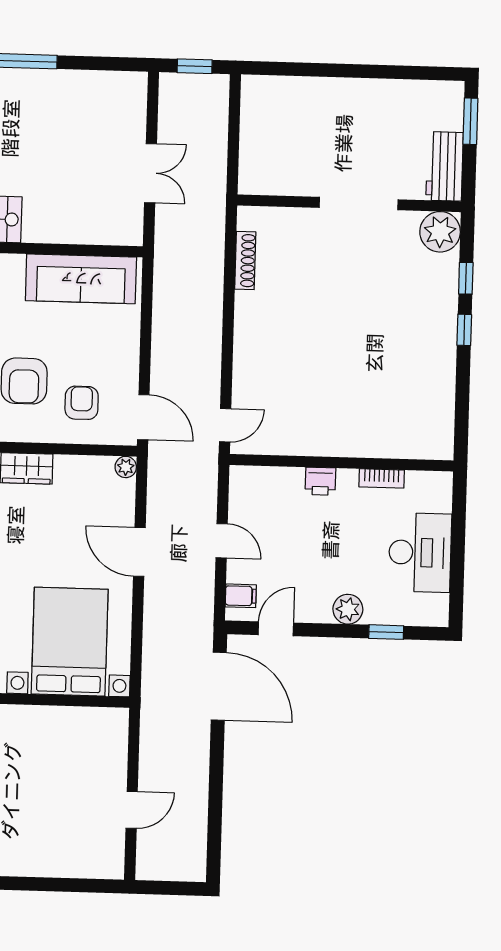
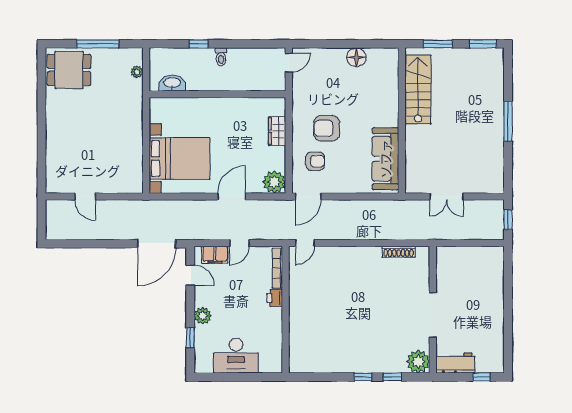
window: (470, 121) -> (481, 377), width x0.67
door: (225, 425) -> (305, 243), hinge flipped
plant: (126, 467) -> (274, 182), width x1.88, depth x1.88
bookcase: (382, 478) -> (277, 268), moved, width x1.56
filing cabinet: (241, 596) -> (215, 255), width x2.00

